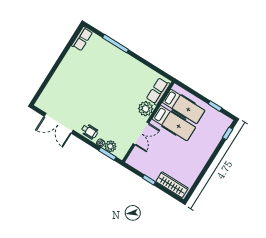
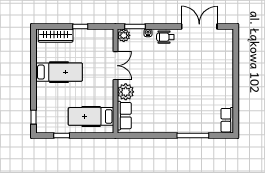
hospital bed: (174, 123) -> (59, 72), moved, turned 180
double door: (141, 133) -> (115, 66), swing flipped
plant: (110, 146) -> (124, 35), moved

